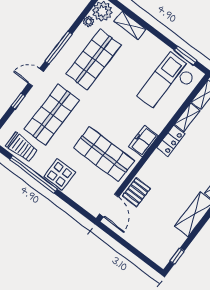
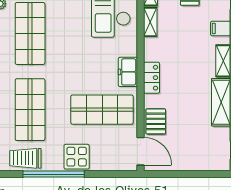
locker: (171, 141) -> (152, 78), moved
trolley: (22, 147) -> (25, 158), turned 180

